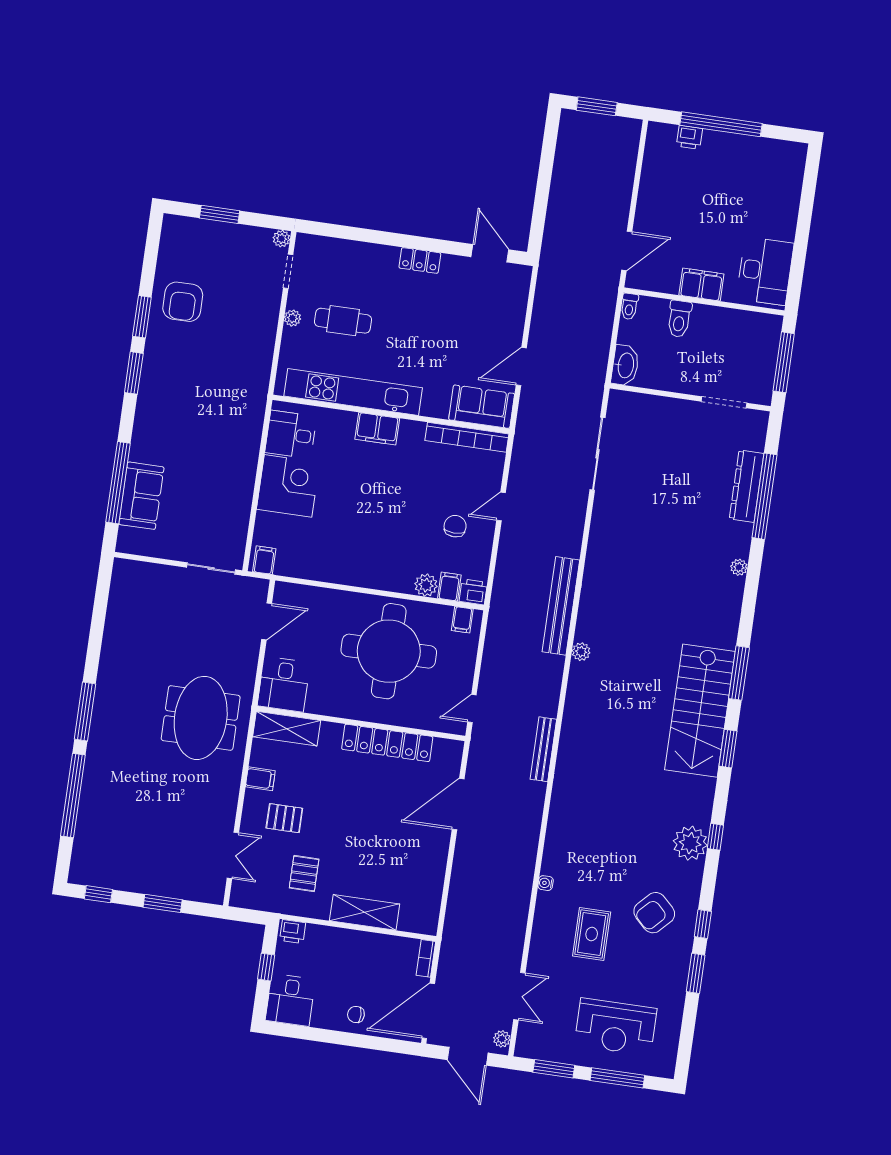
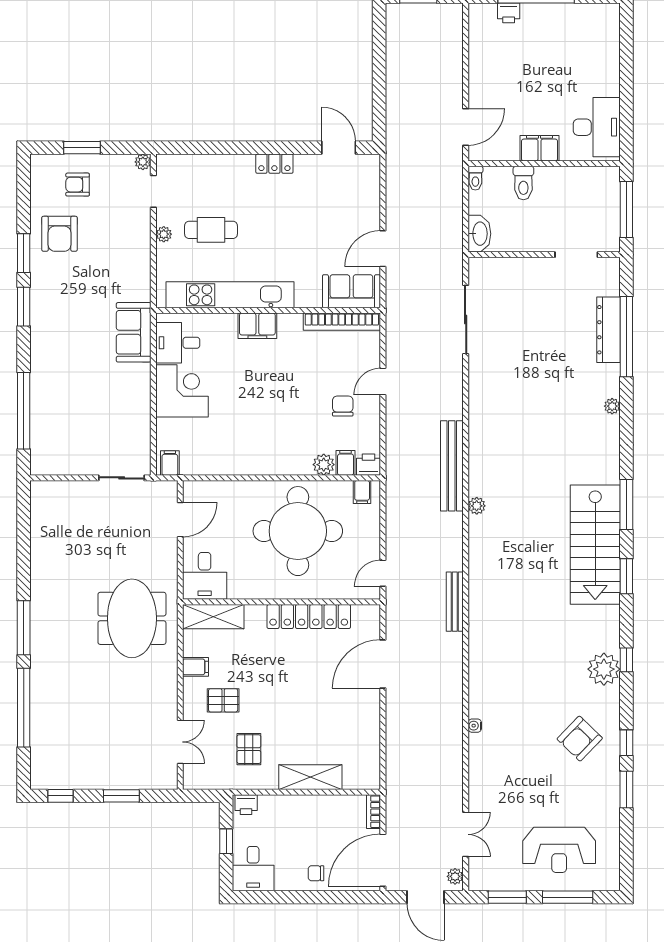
armchair: (209, 253) -> (78, 185), added
sofa: (141, 496) -> (134, 332), moved, turned 180
rug: (592, 934) -> (524, 767), removed

